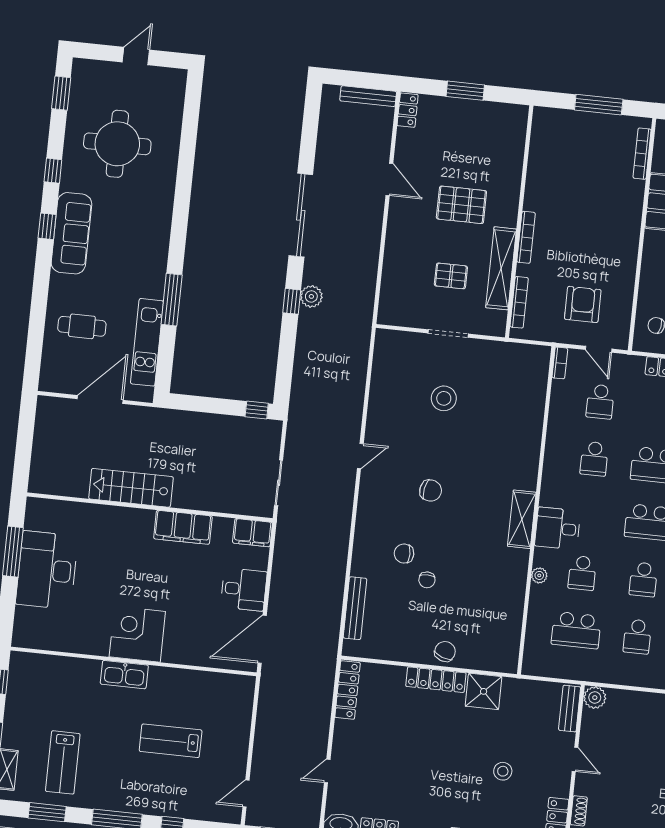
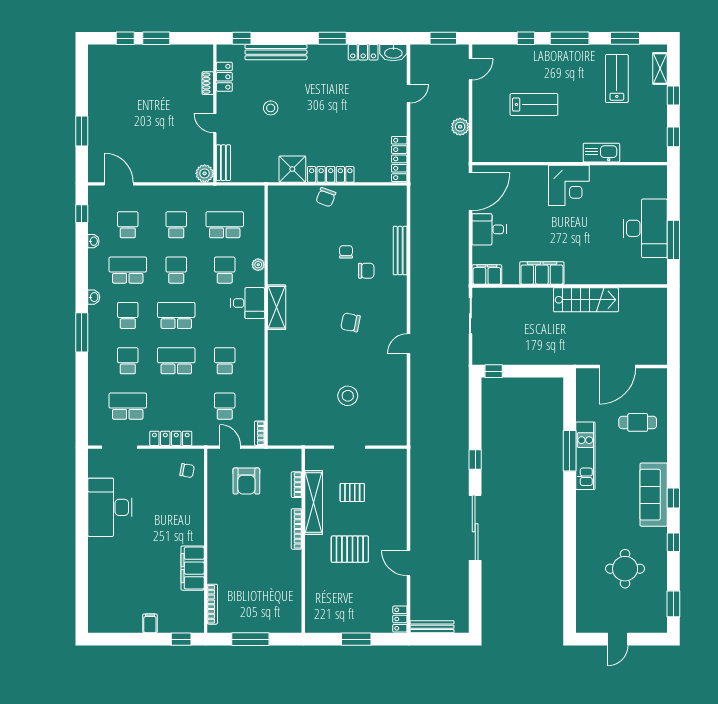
round table: (117, 144) -> (625, 569), width x0.73, depth x0.73
plant: (311, 296) -> (460, 127), moved
bookcase: (519, 302) -> (297, 485), width x0.64
kitchen unit: (147, 342) -> (585, 456), moved
bench: (355, 608) -> (400, 251), moved
kitchen sink: (124, 675) -> (601, 153), moved

